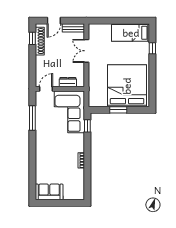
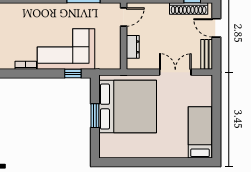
window: (152, 48) -> (179, 162), removed
bed: (127, 86) -> (128, 107), moved
door: (46, 89) -> (124, 17), hinge flipped
corner sofa: (69, 112) -> (66, 49), moved

